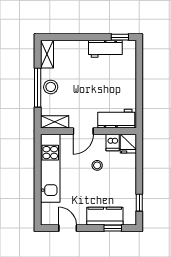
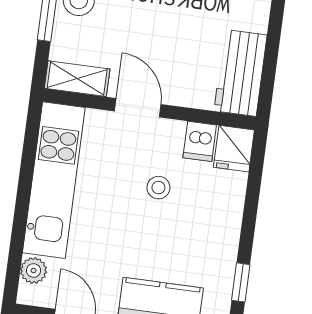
workbench: (116, 119) -> (241, 73), moved, turned -90
door: (83, 131) -> (138, 108), swing flipped
plant: (47, 210) -> (34, 271), added

